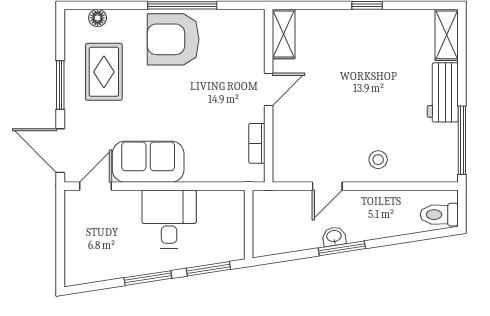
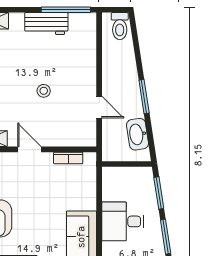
workbench: (443, 92) -> (46, 24), moved
stool: (378, 160) -> (44, 91), moved
washbasin: (334, 237) -> (138, 134), moved, width x1.91, depth x1.45

